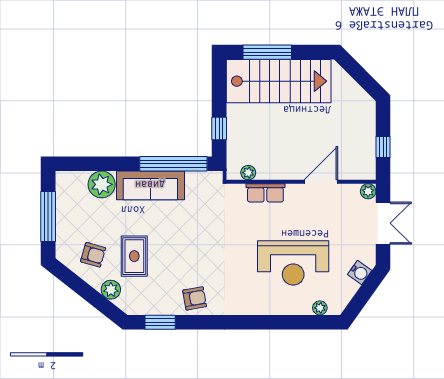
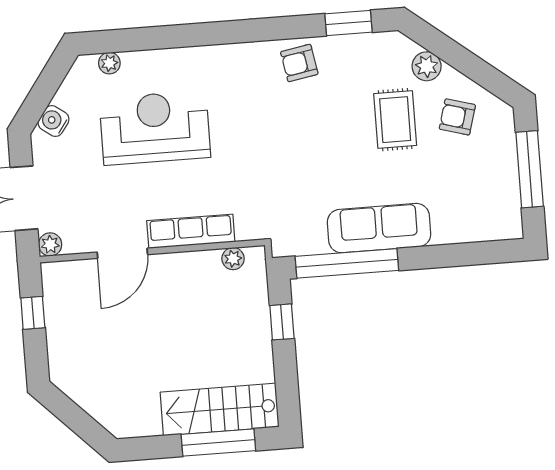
stairs: (279, 81) -> (220, 409), width x0.73, depth x0.66
plant: (102, 184) -> (453, 224), removed
row of seats: (265, 193) -> (191, 231), width x1.48

